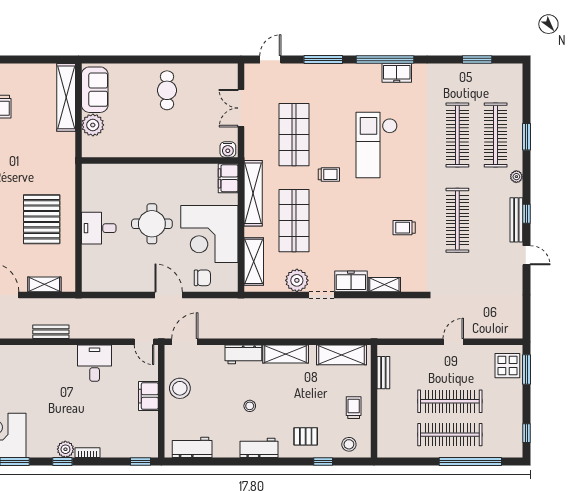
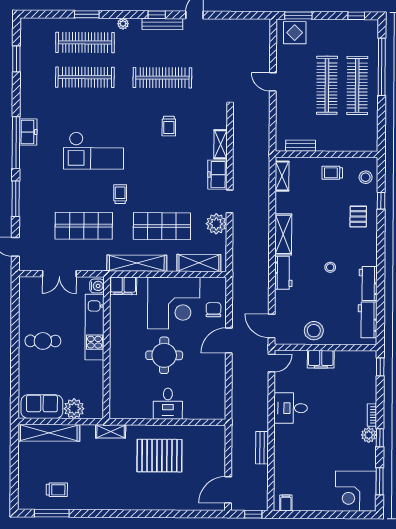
kitchen unit: (183, 147) -> (95, 327), added
shelving: (44, 284) -> (111, 431), moved, turned 90
shelving: (342, 355) -> (282, 176), width x0.67, depth x0.75
workbench: (259, 448) -> (368, 284), moved

